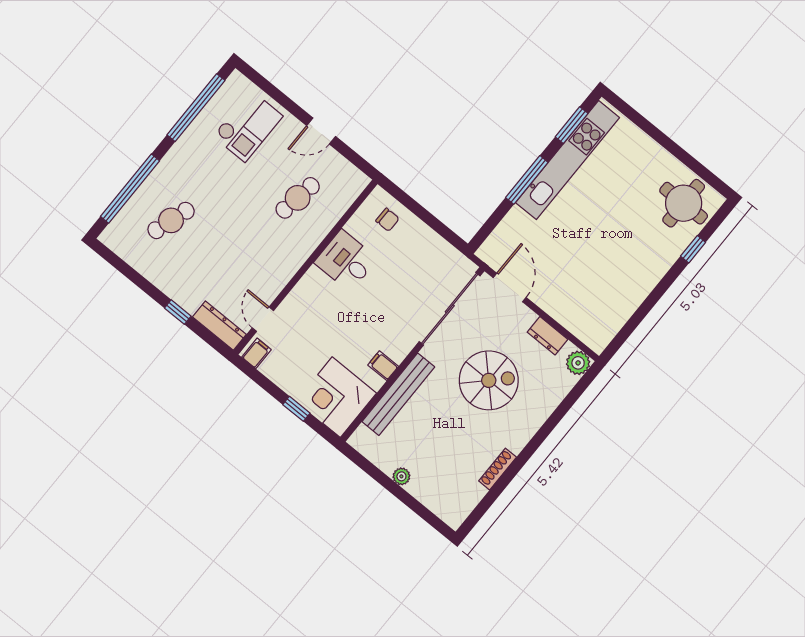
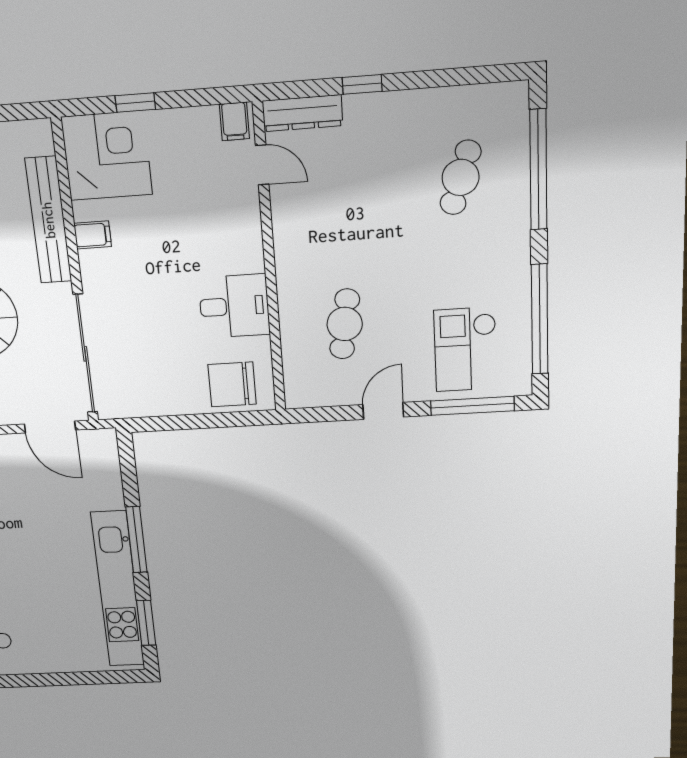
window: (272, 91) -> (472, 406), added
chair: (387, 220) -> (232, 384), width x1.87, depth x1.87

